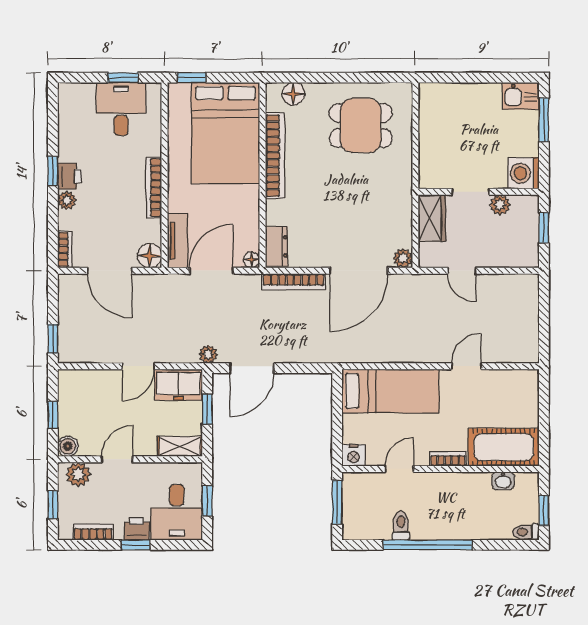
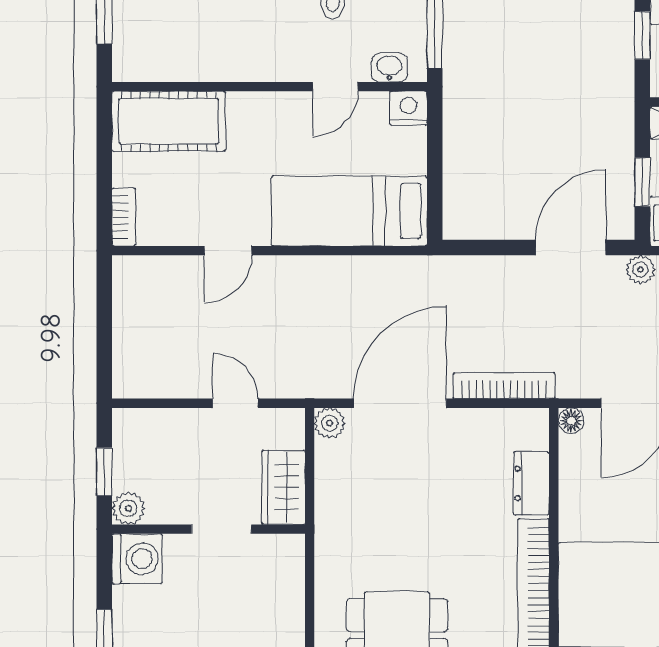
plant: (500, 205) -> (128, 508), moved
dresser: (277, 246) -> (531, 483), moved
bookcase: (448, 459) -> (124, 217), moved, turned -90
washbasin: (503, 481) -> (390, 67), moved

